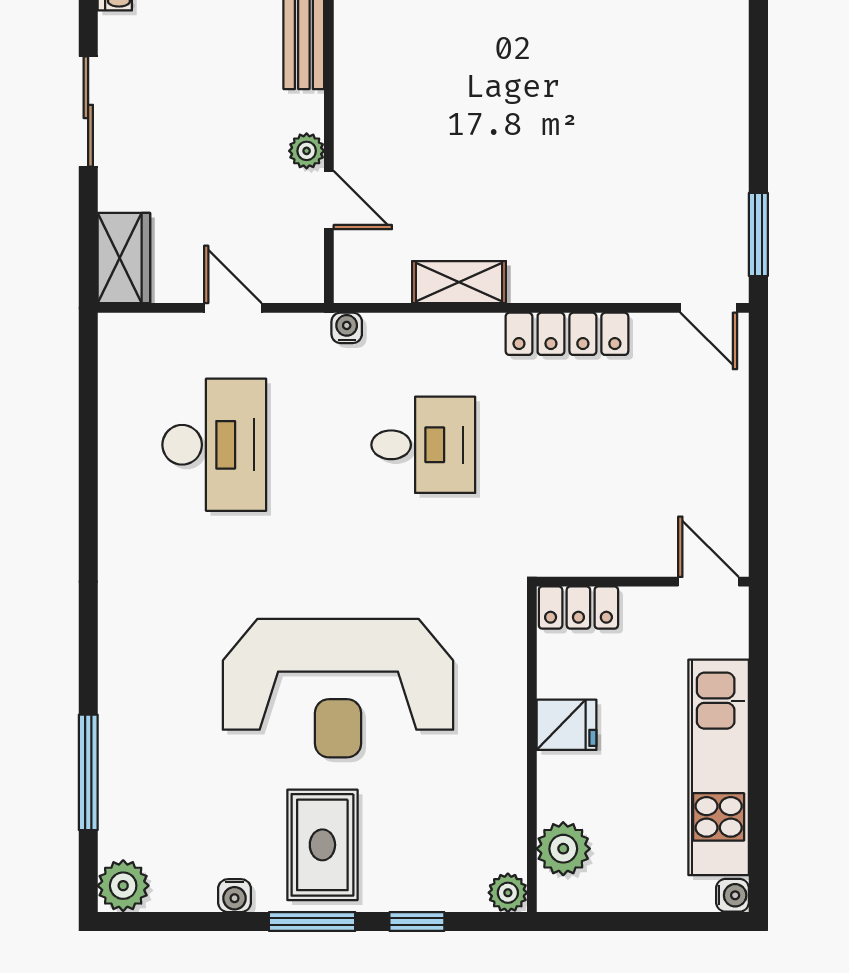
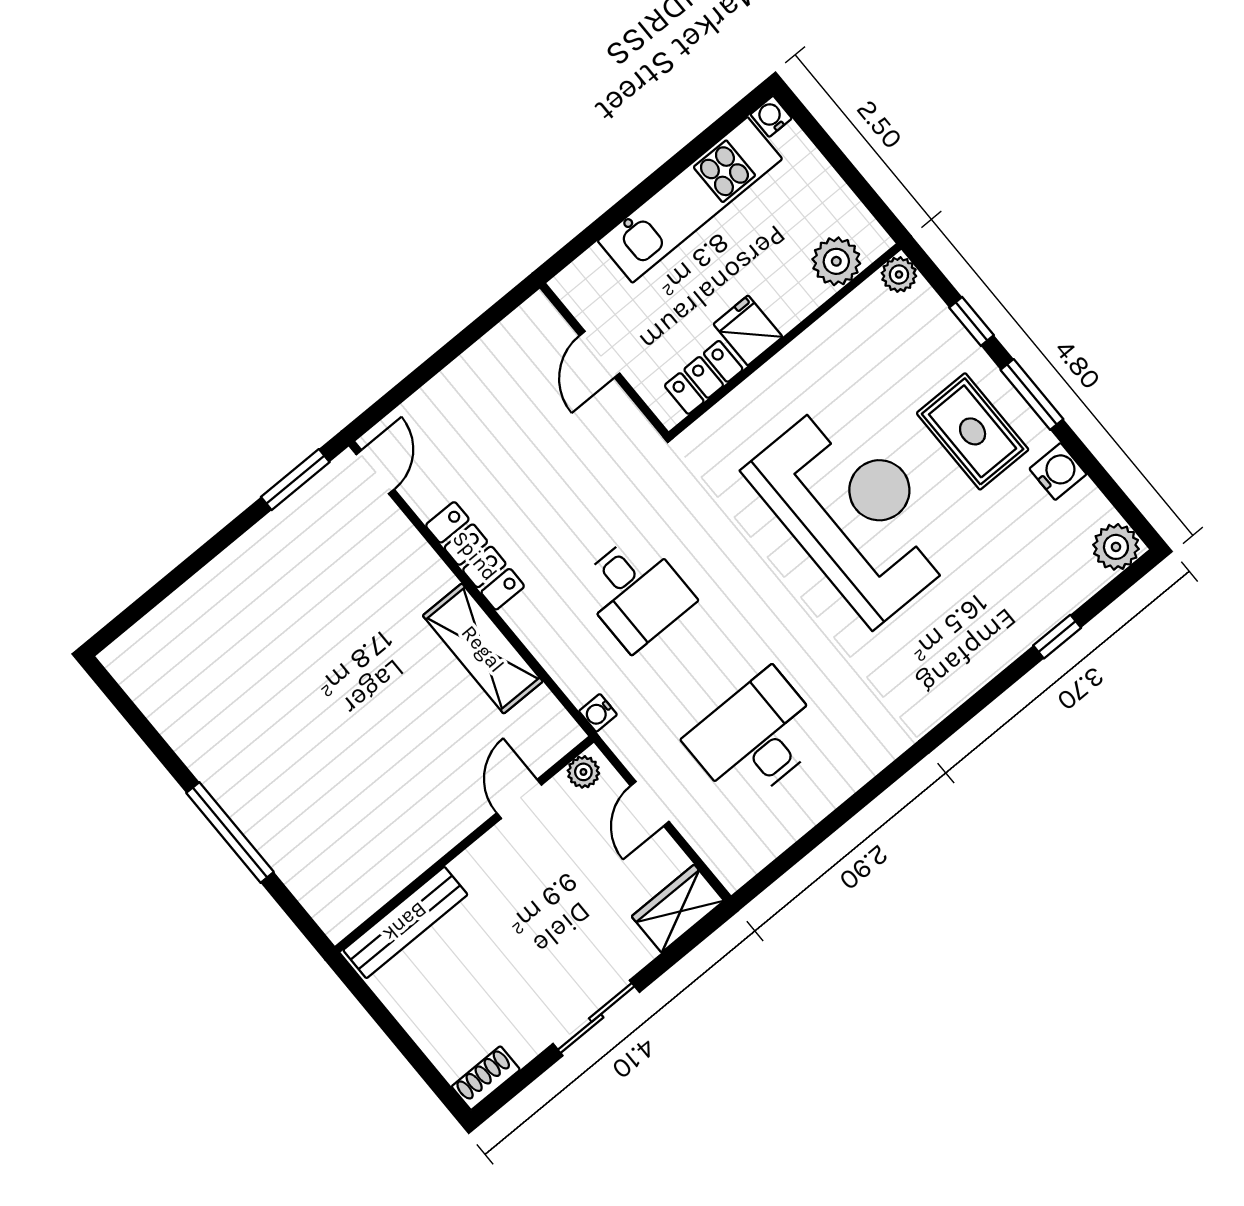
plant: (307, 151) -> (583, 772), moved
shelving: (459, 282) -> (483, 649), width x1.50, depth x1.33
desk: (423, 445) -> (635, 592), turned 180
door: (708, 582) -> (600, 354), moved
locker: (578, 608) -> (704, 377), moved, turned -90
window: (88, 772) -> (1057, 637), width x0.46
rug: (322, 845) -> (973, 431), turned 90
water cooler: (234, 896) -> (1058, 471), width x1.38, depth x1.38

